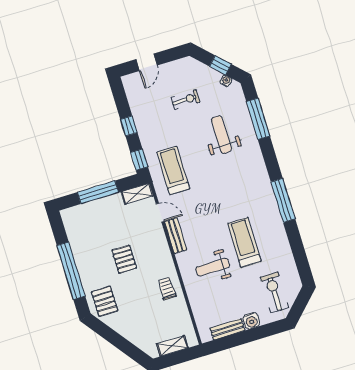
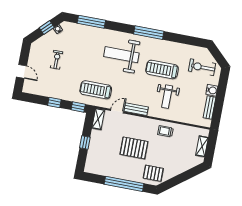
weight bench: (221, 135) -> (121, 55), moved, width x1.36, depth x1.33
window: (98, 192) -> (85, 143), width x0.46
pallet: (124, 259) -> (134, 148), width x1.50, depth x1.42

